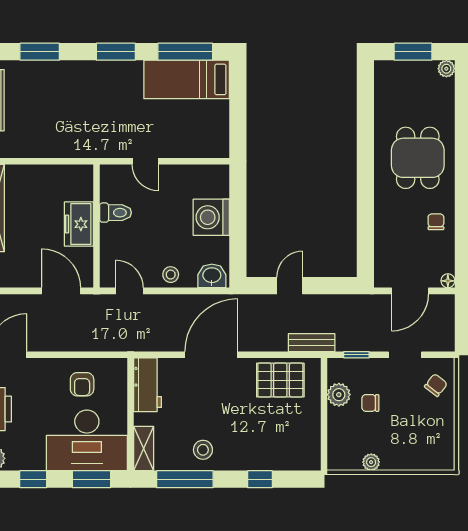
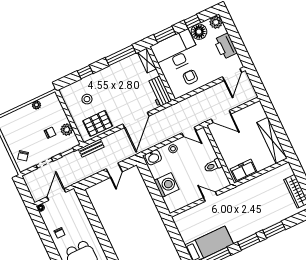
window: (40, 52) -> (274, 230), moved
freezer: (79, 224) -> (244, 171), moved, turned -90
stool: (203, 450) -> (87, 99), moved
floor lamp: (30, 456) -> (199, 32), added

